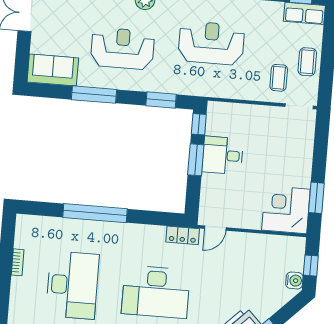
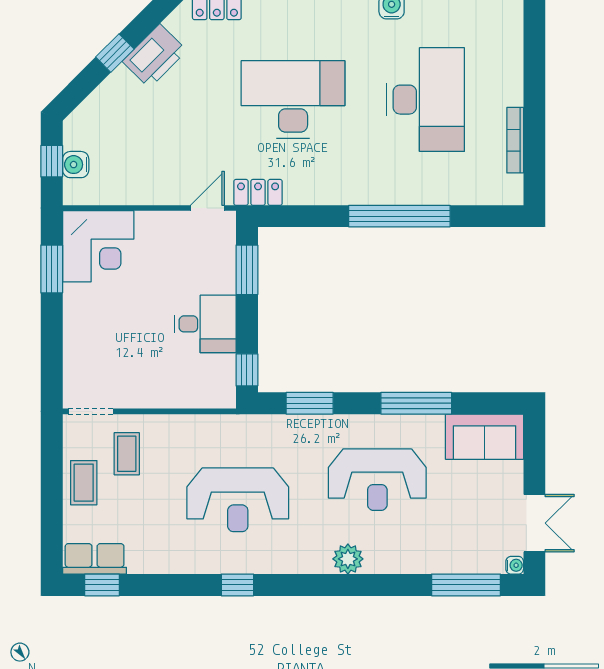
window: (196, 160) -> (247, 270), moved
bookcase: (18, 262) -> (515, 140), width x1.56
water cooler: (294, 280) -> (76, 165), moved
desk: (72, 285) -> (426, 100), turned 180

